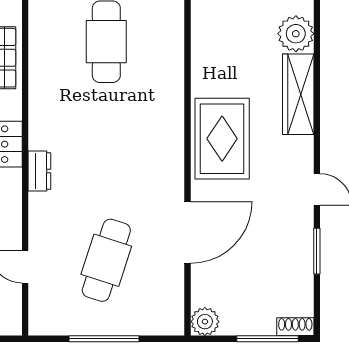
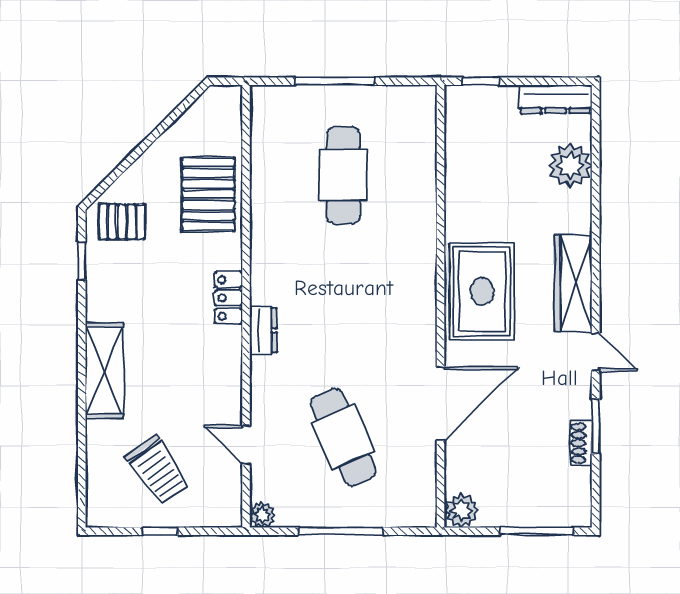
wardrobe: (298, 94) -> (573, 283), moved
cafe table: (106, 260) -> (343, 437), turned -42
plant: (39, 325) -> (262, 515), added
shoe rack: (295, 327) -> (581, 443), moved, turned -90

